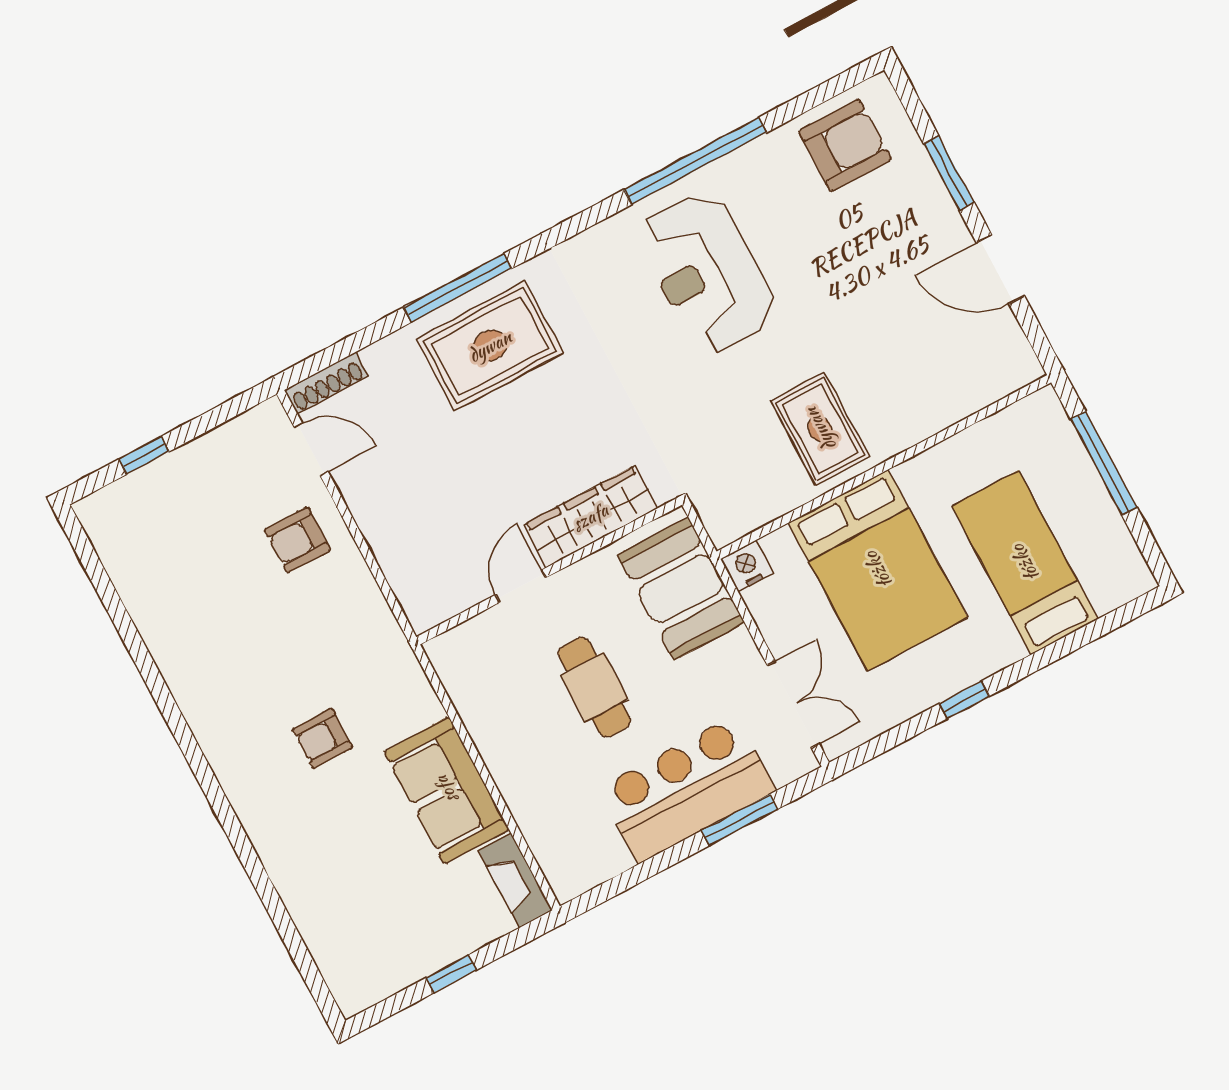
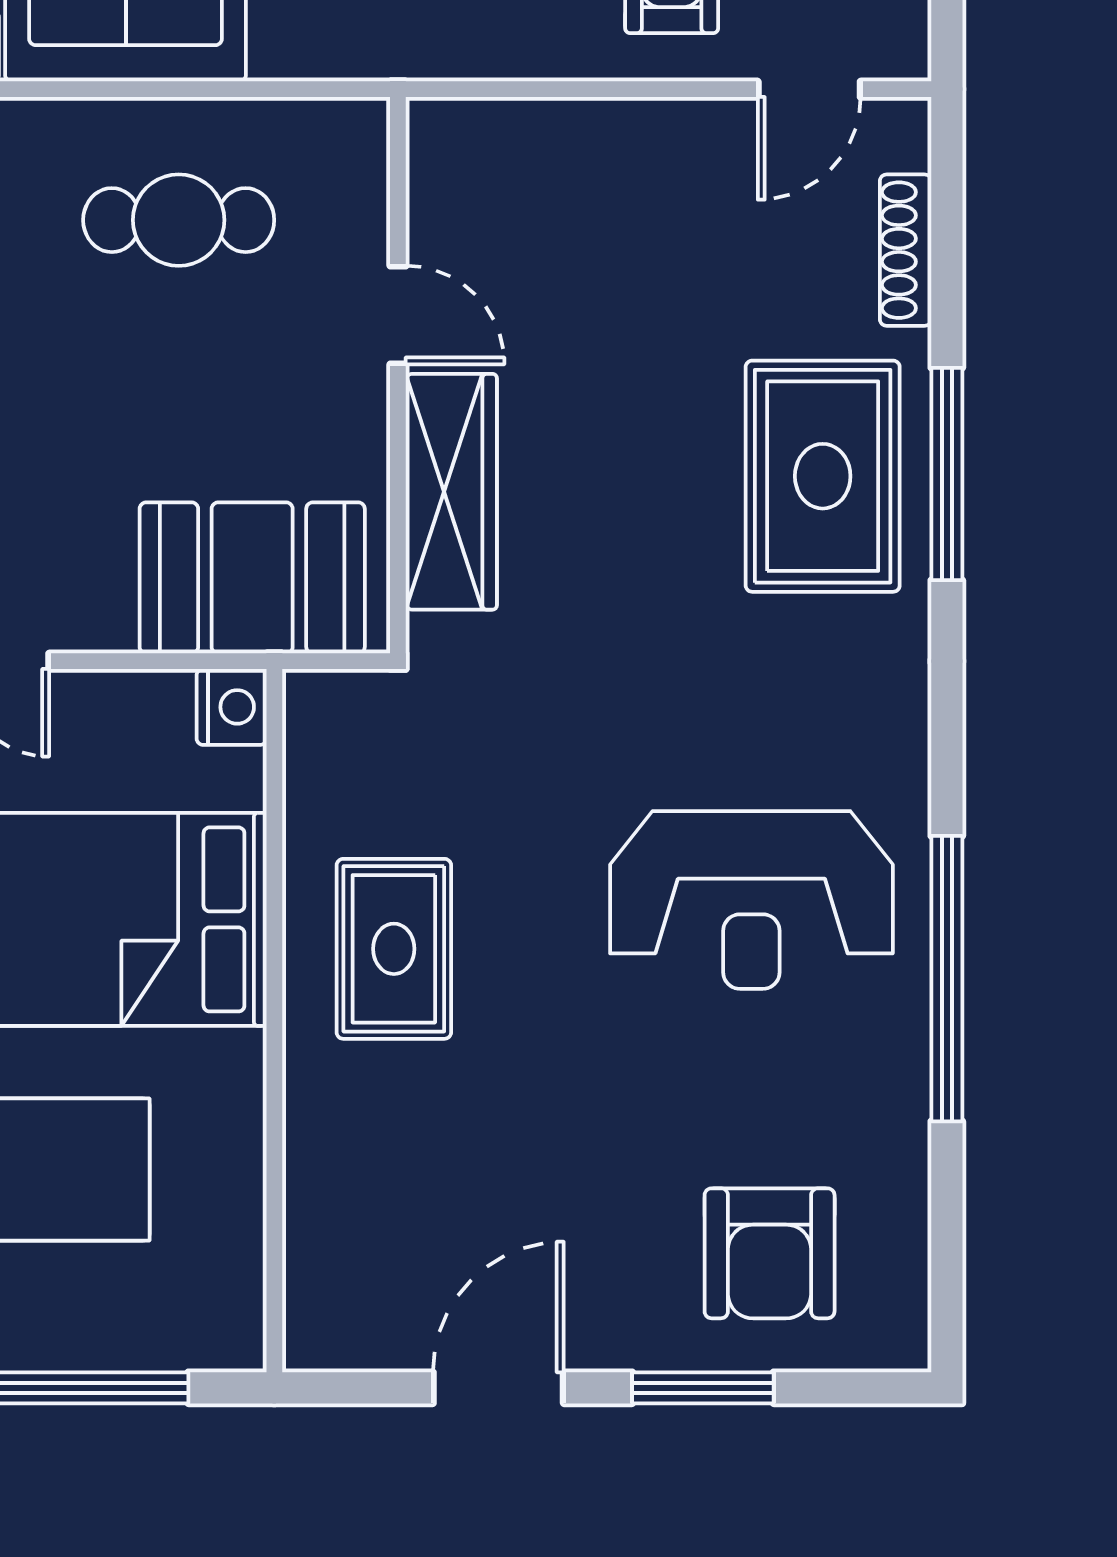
armchair: (845, 145) -> (770, 1253), moved
reception desk: (707, 273) -> (751, 900), turned 180
shoe rack: (326, 383) -> (906, 250), moved
rug: (820, 429) -> (394, 949), turned 90
cafe table: (594, 687) -> (179, 220), moved

